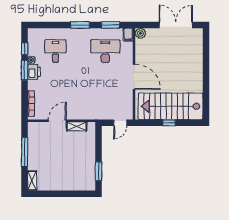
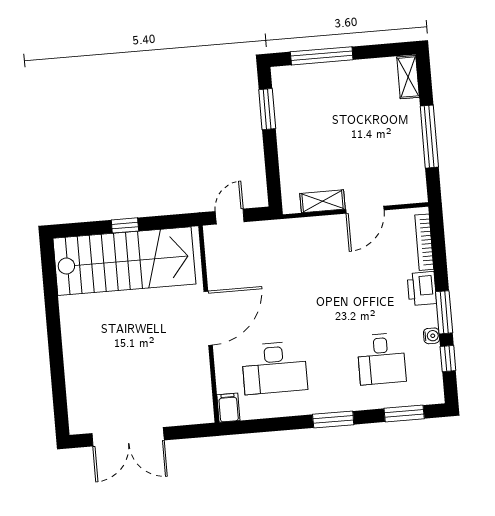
window: (111, 25) -> (404, 414), moved
plant: (140, 33) -> (202, 412), removed
printer: (34, 72) -> (422, 289), moved
door: (134, 77) -> (208, 318), swing flipped
window: (71, 194) -> (322, 56), added

